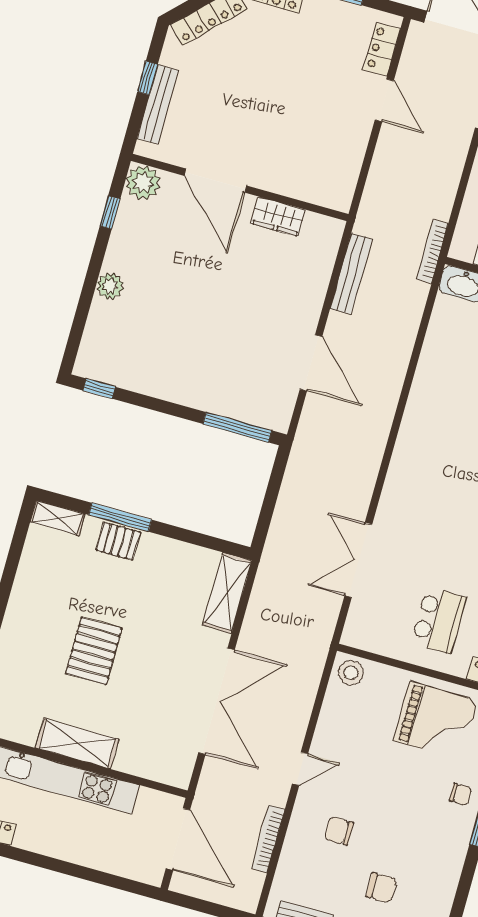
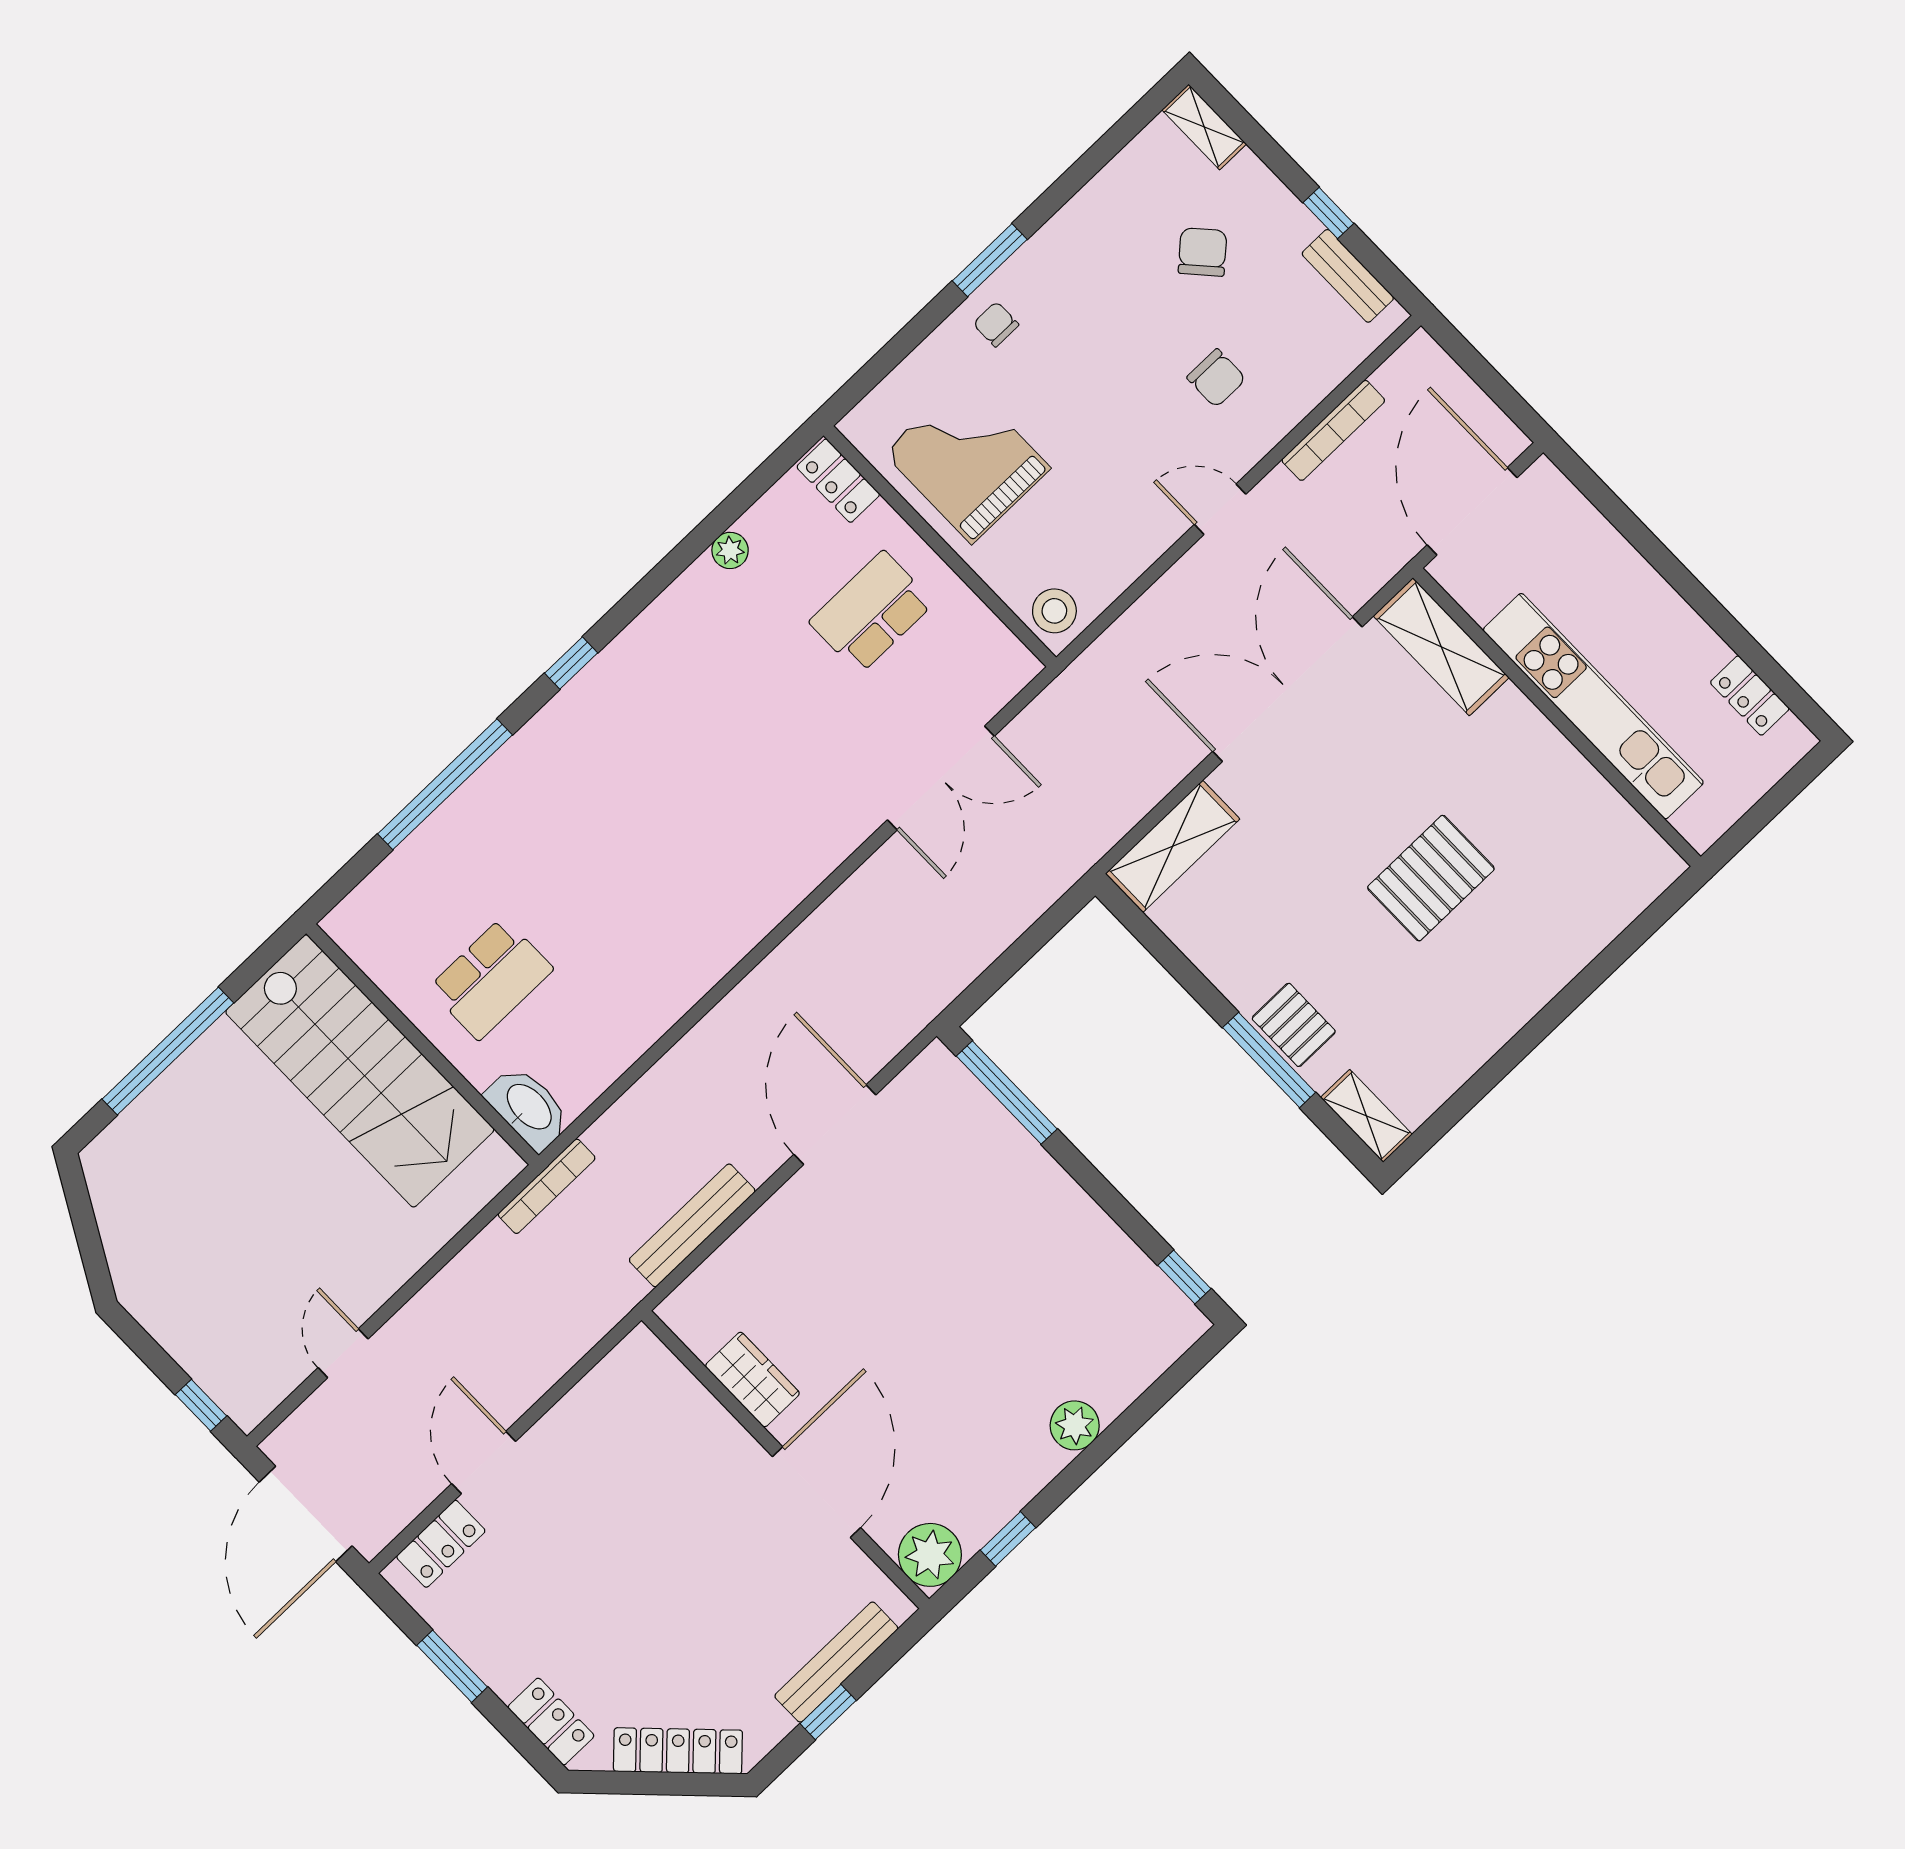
shelving: (77, 744) -> (1441, 647), moved
chair: (381, 888) -> (1203, 252), turned 48

